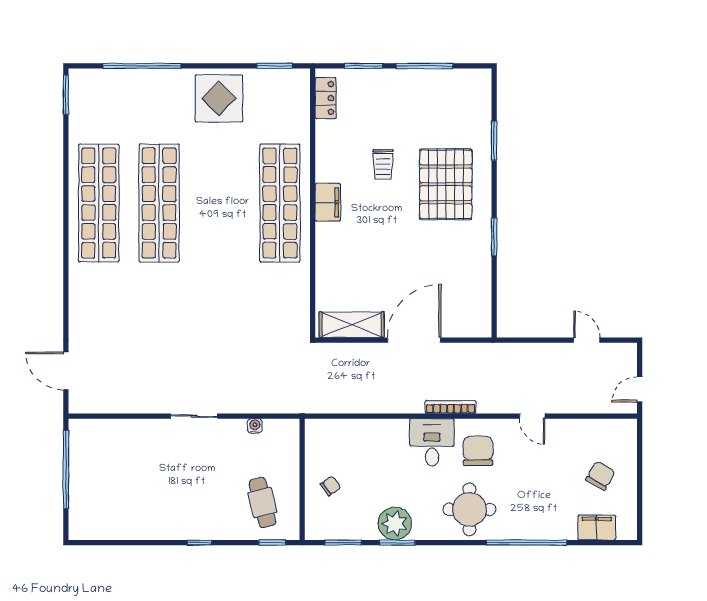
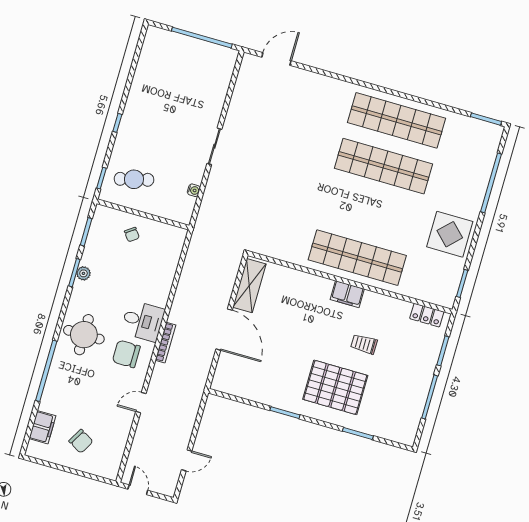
chair: (478, 451) -> (126, 354), turned 180
plant: (395, 524) -> (83, 273), width x0.53, depth x0.53

